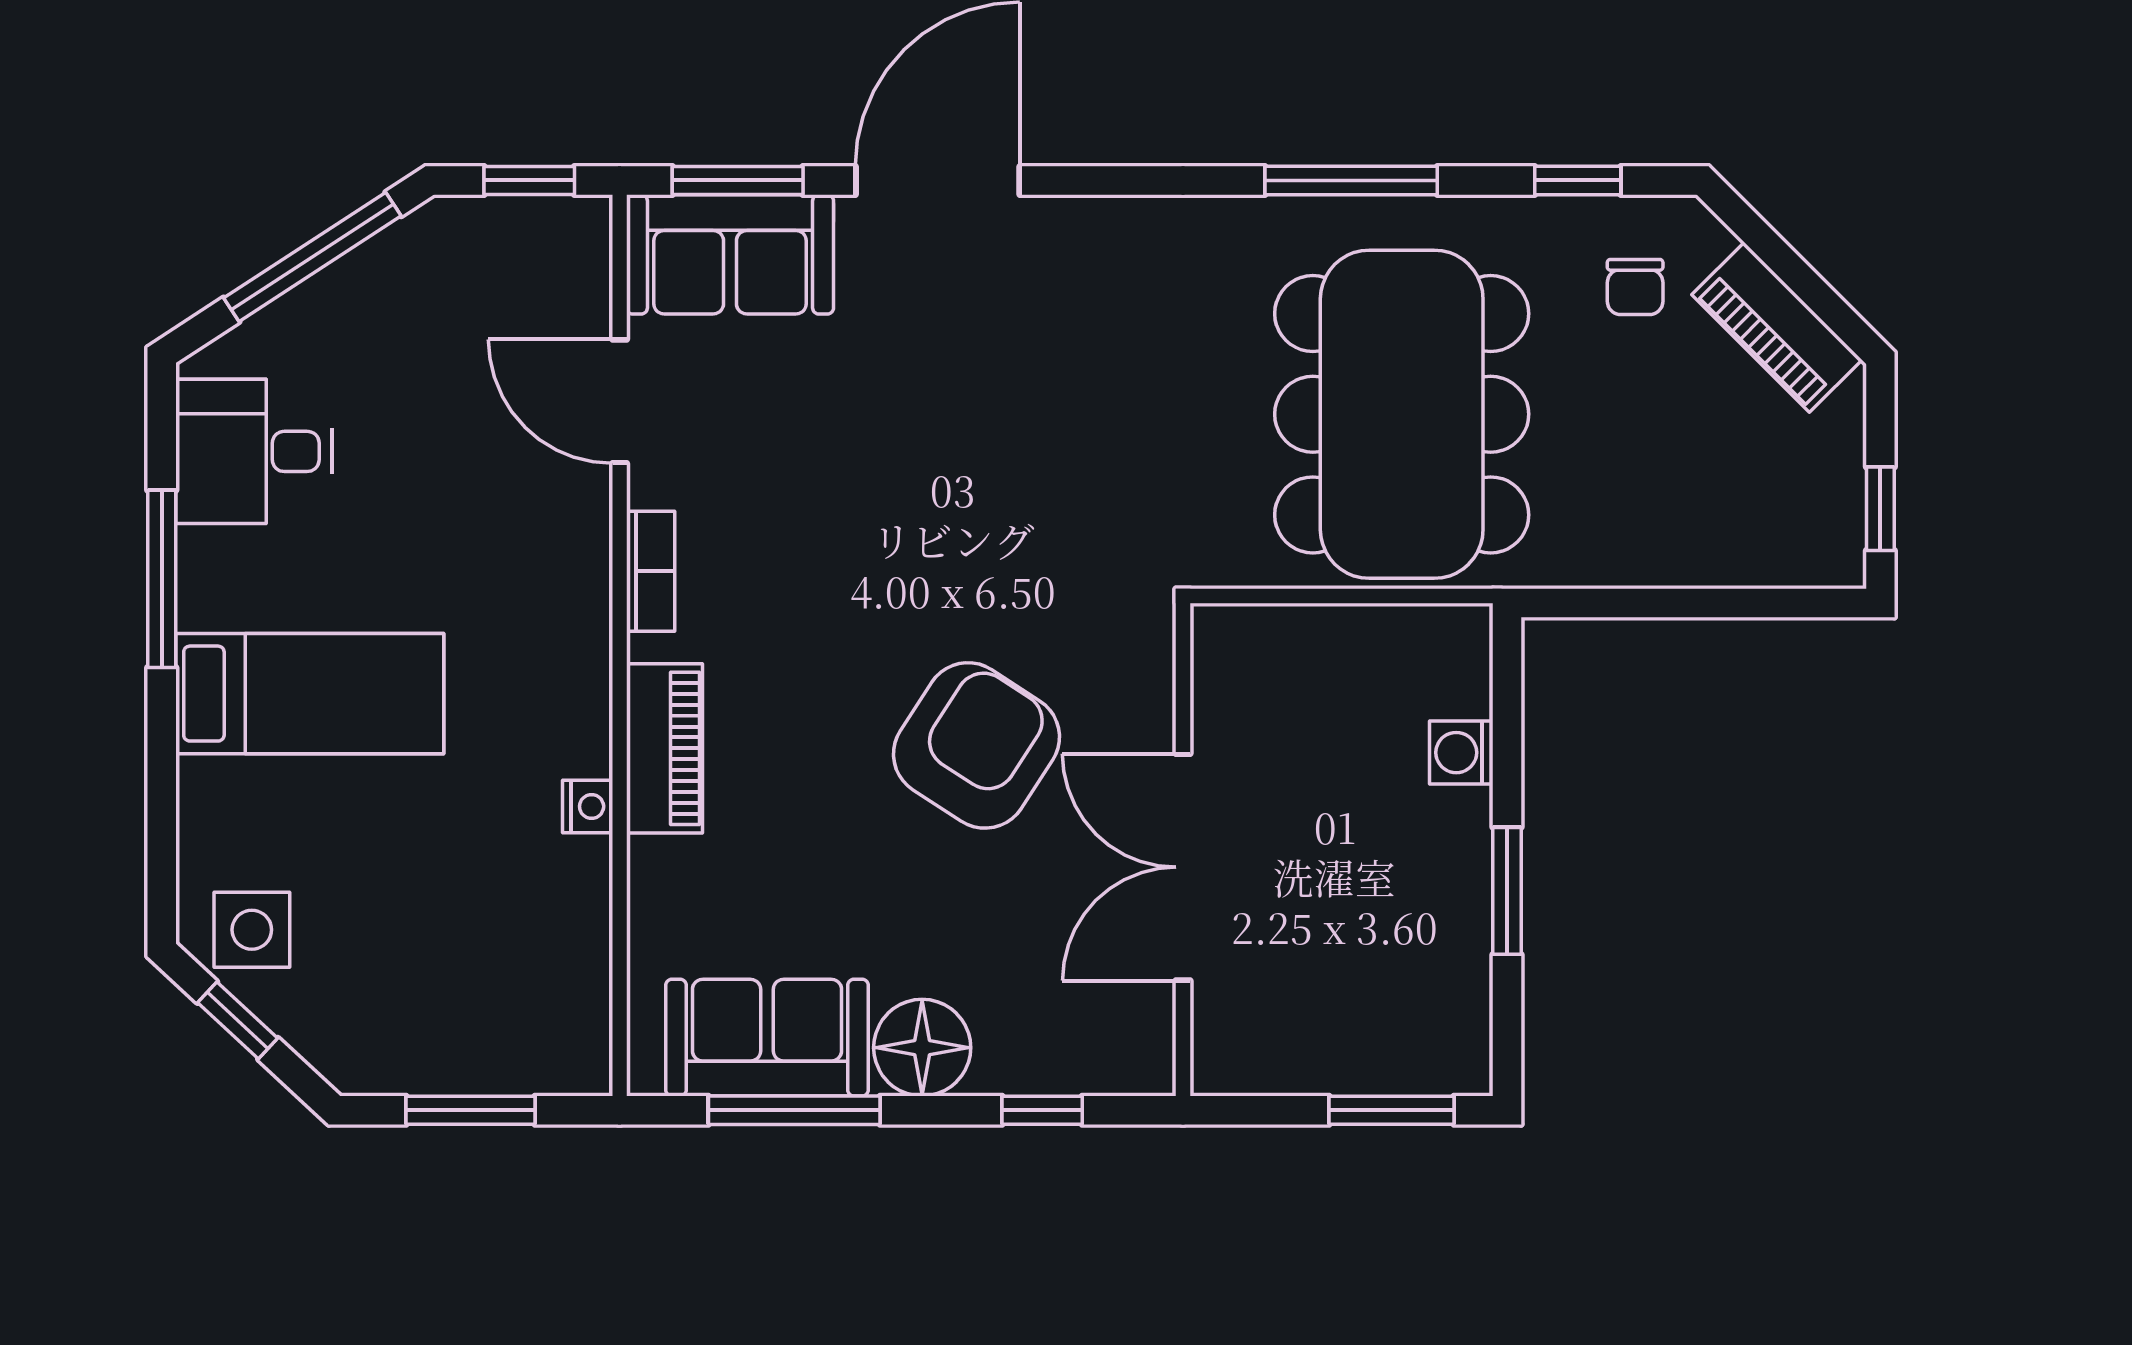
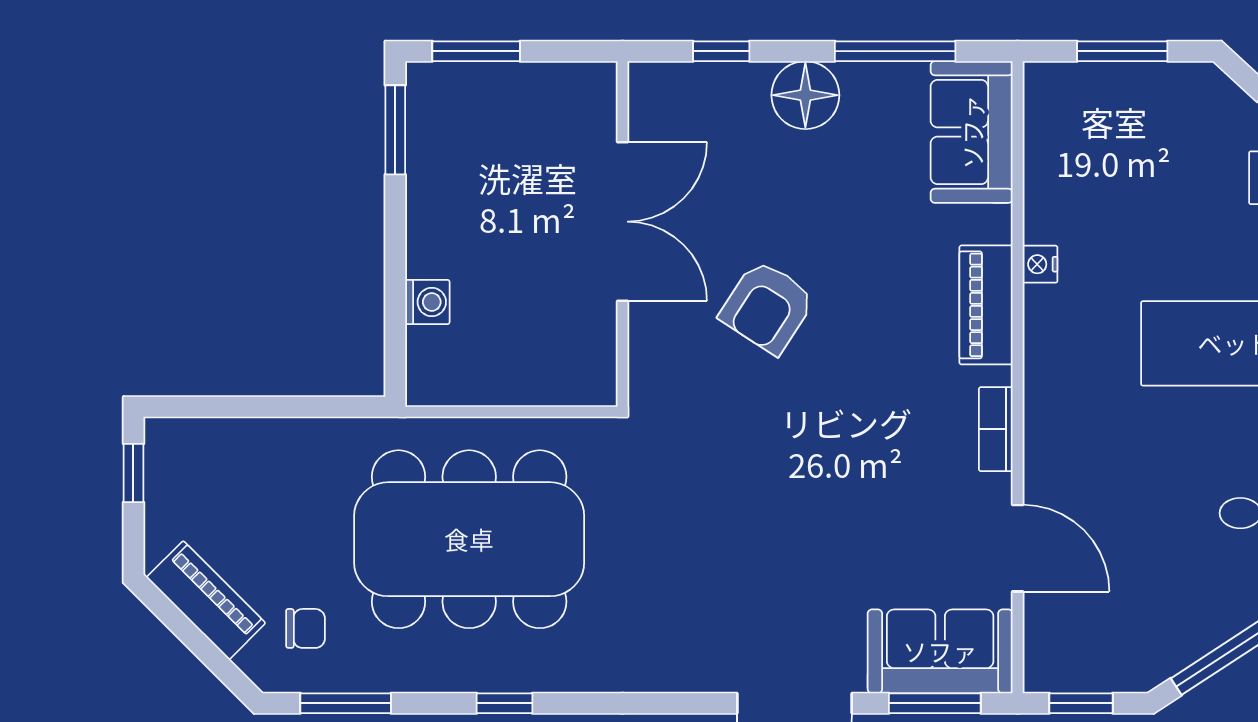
window: (1351, 180) -> (505, 703), width x0.46
window: (1578, 180) -> (346, 703), width x1.50
chair: (1635, 287) -> (305, 628), turned 90
dining table: (1402, 414) -> (469, 539), turned 90
armchair: (976, 745) -> (767, 307), width x0.73, depth x0.73
window: (1507, 891) -> (395, 130), moved
sofa: (767, 1038) -> (972, 132), moved, turned 90

